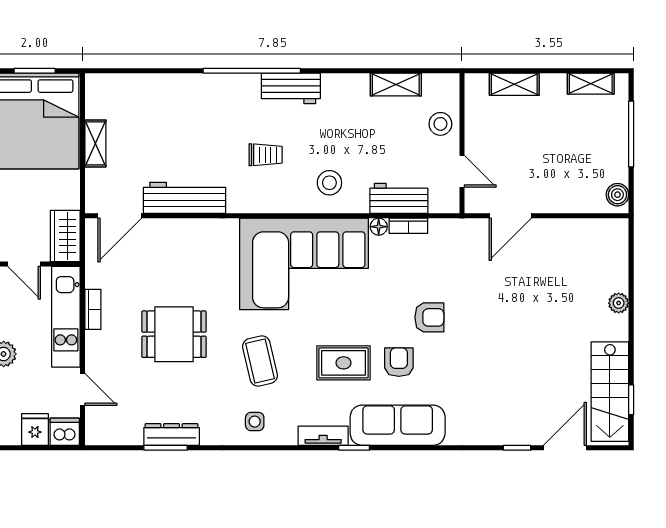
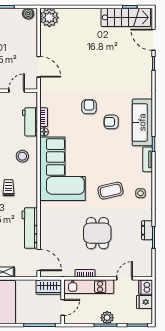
plant: (619, 303) -> (49, 18), moved, width x1.88, depth x1.88
rug: (343, 363) -> (111, 149), removed
dresser: (172, 434) -> (147, 230), width x0.70

